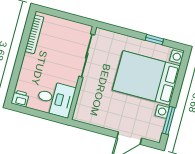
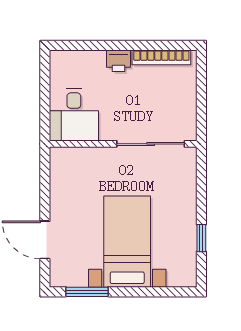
bed with nightstands: (146, 78) -> (127, 242), width x0.73
printer: (20, 99) -> (118, 61), moved, turned 90

